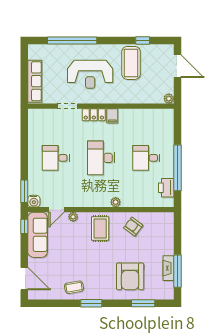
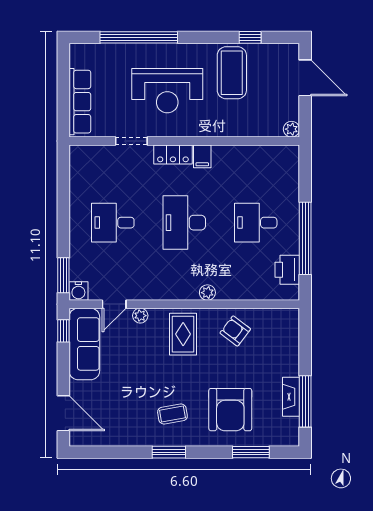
coffee table: (74, 287) -> (172, 414), moved

